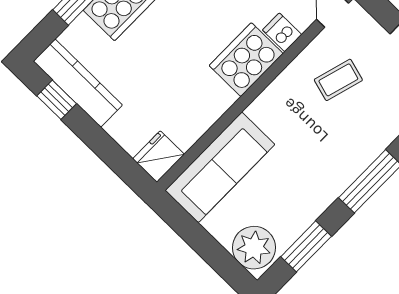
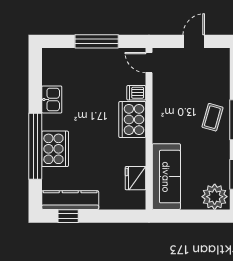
coffee table: (338, 80) -> (212, 117), moved
fridge: (159, 157) -> (136, 178), moved

